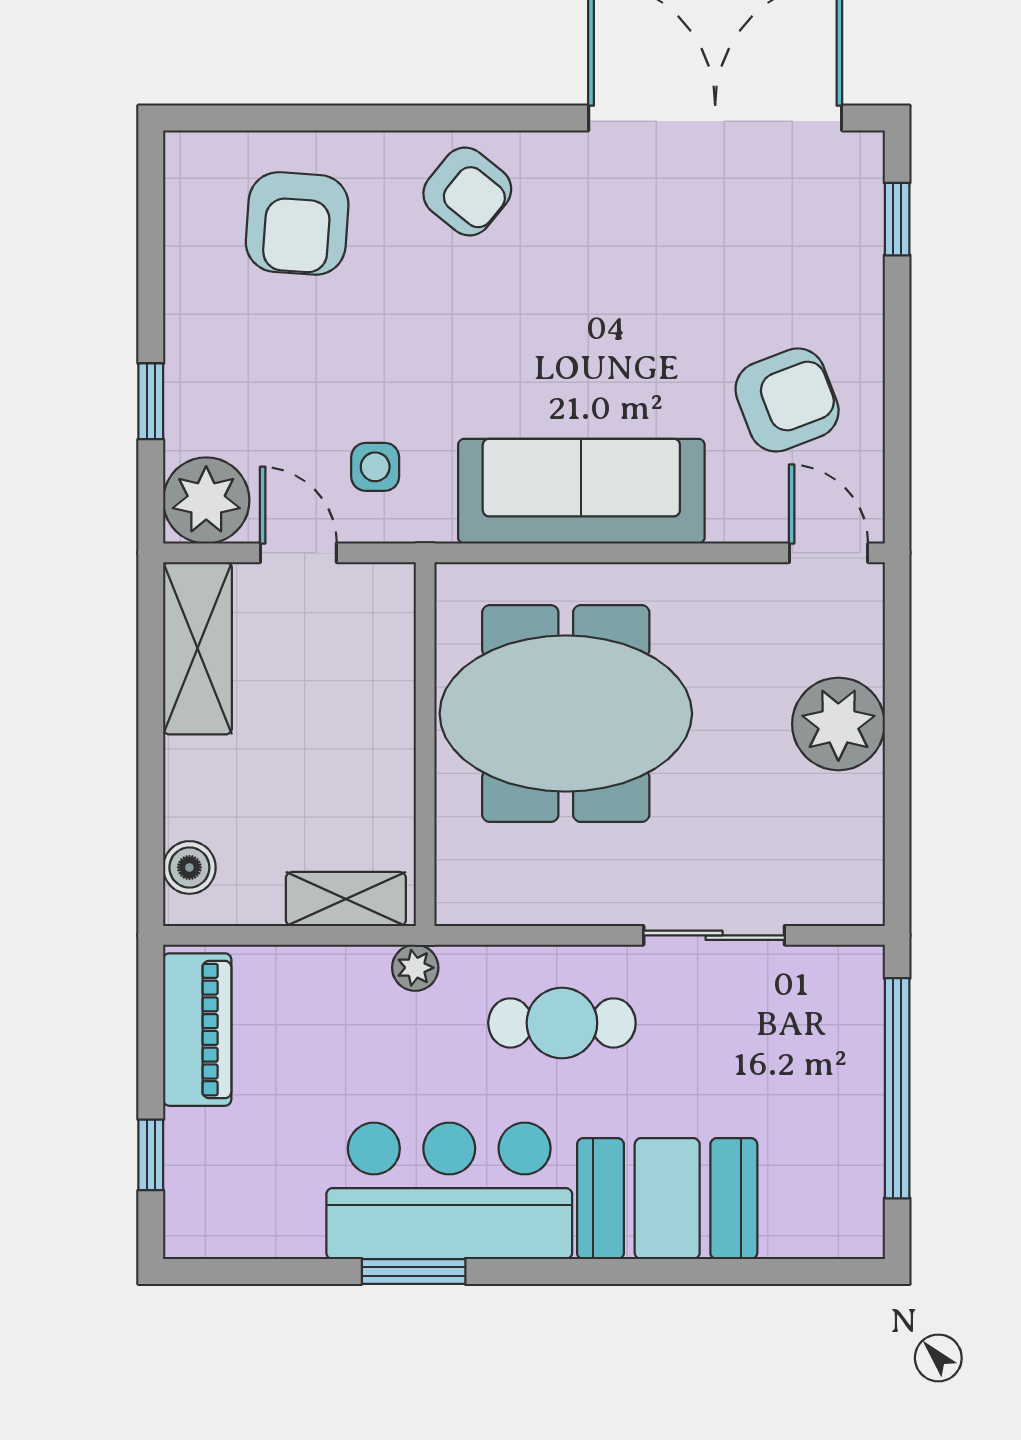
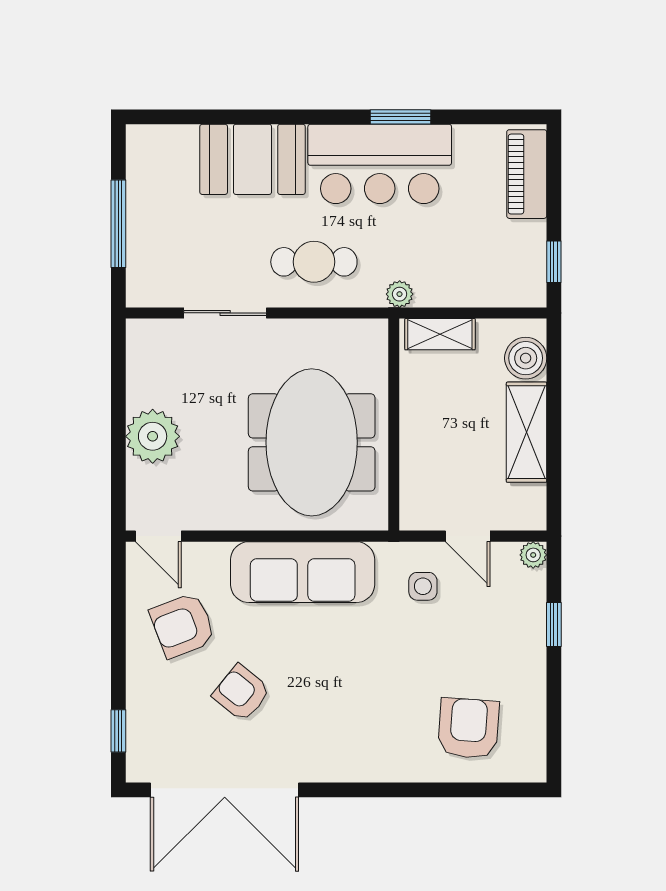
armchair: (467, 191) -> (241, 693), moved
plant: (206, 500) -> (533, 555), width x0.53, depth x0.53
shelving: (198, 648) -> (527, 432), moved
meeting table: (566, 714) -> (312, 442), turned 90
boiler: (189, 867) -> (526, 358), width x1.36, depth x1.36
piano: (197, 1030) -> (527, 174), moved
window: (897, 1088) -> (118, 224), width x0.68
window: (151, 1155) -> (554, 262), moved

